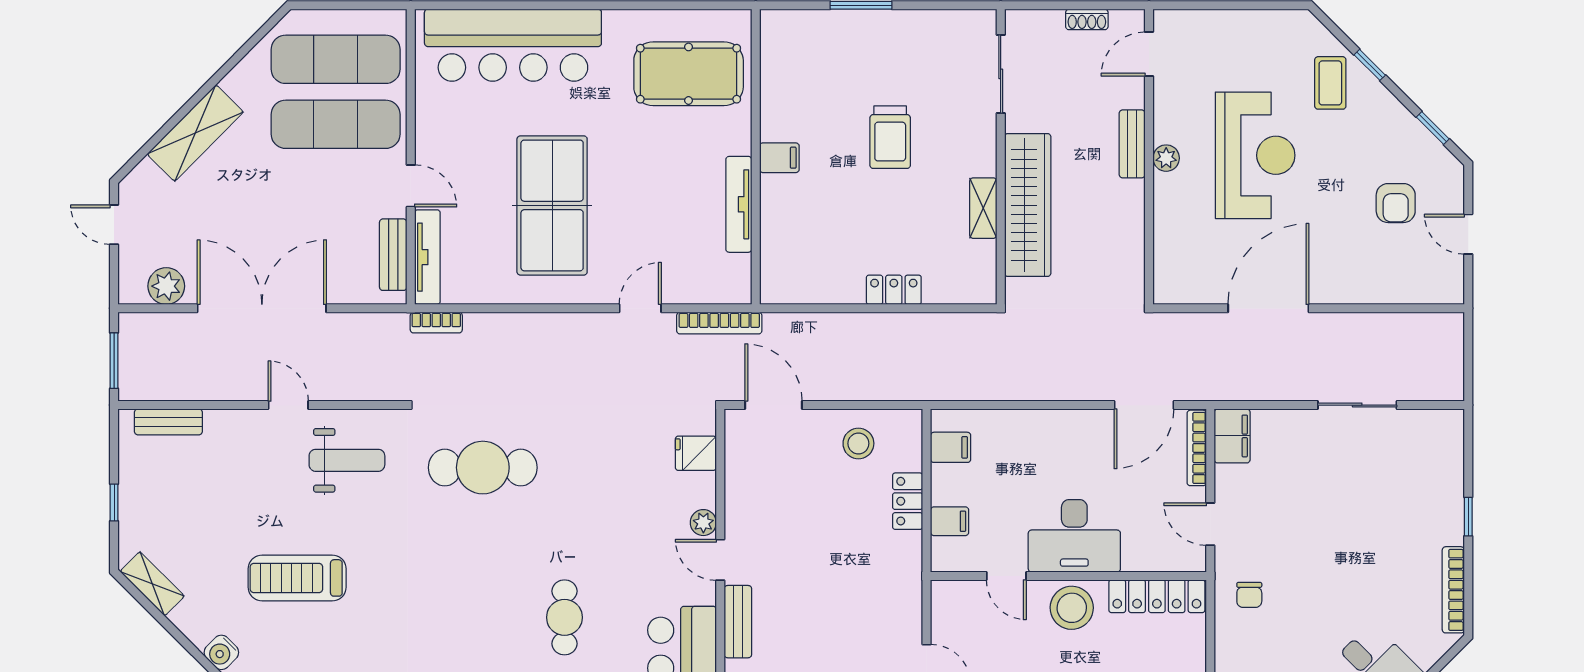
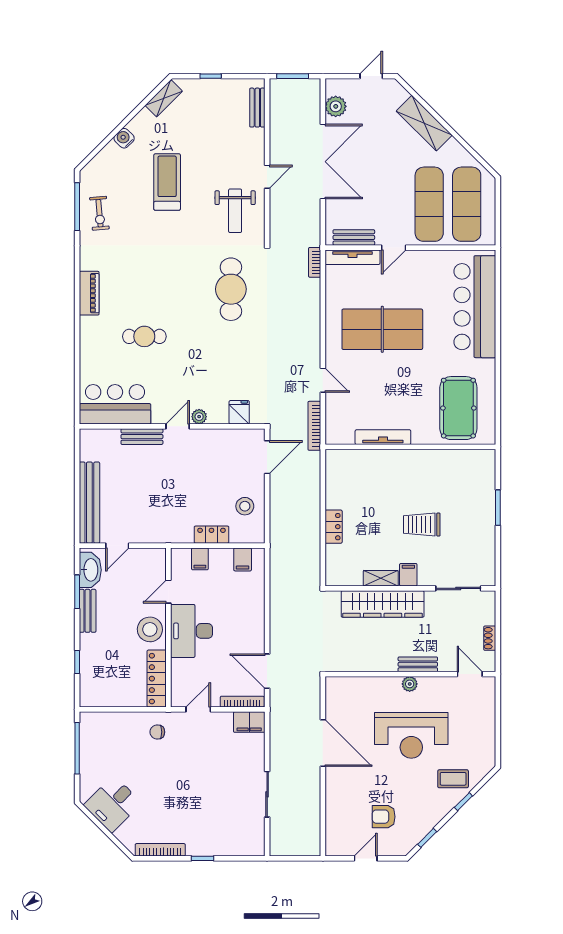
filing cabinet: (779, 158) -> (408, 575), moved, turned 180

